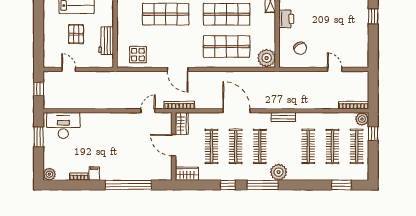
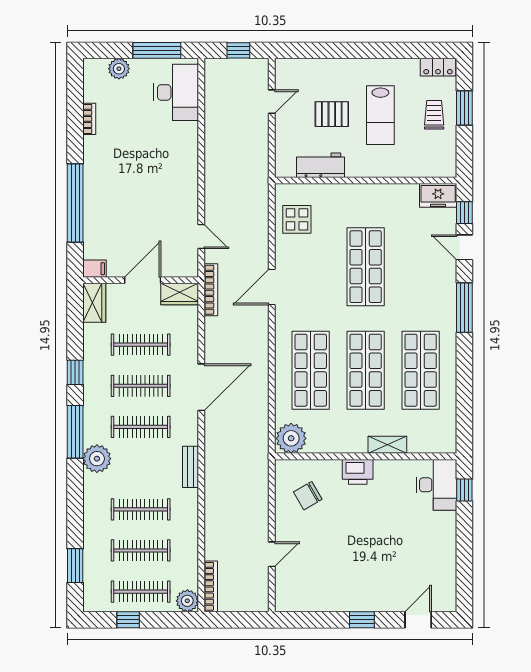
window: (373, 134) -> (128, 620), moved
window: (39, 137) -> (157, 50), width x1.44
plant: (49, 174) -> (119, 69), moved
filing cabinet: (94, 174) -> (95, 269), moved

